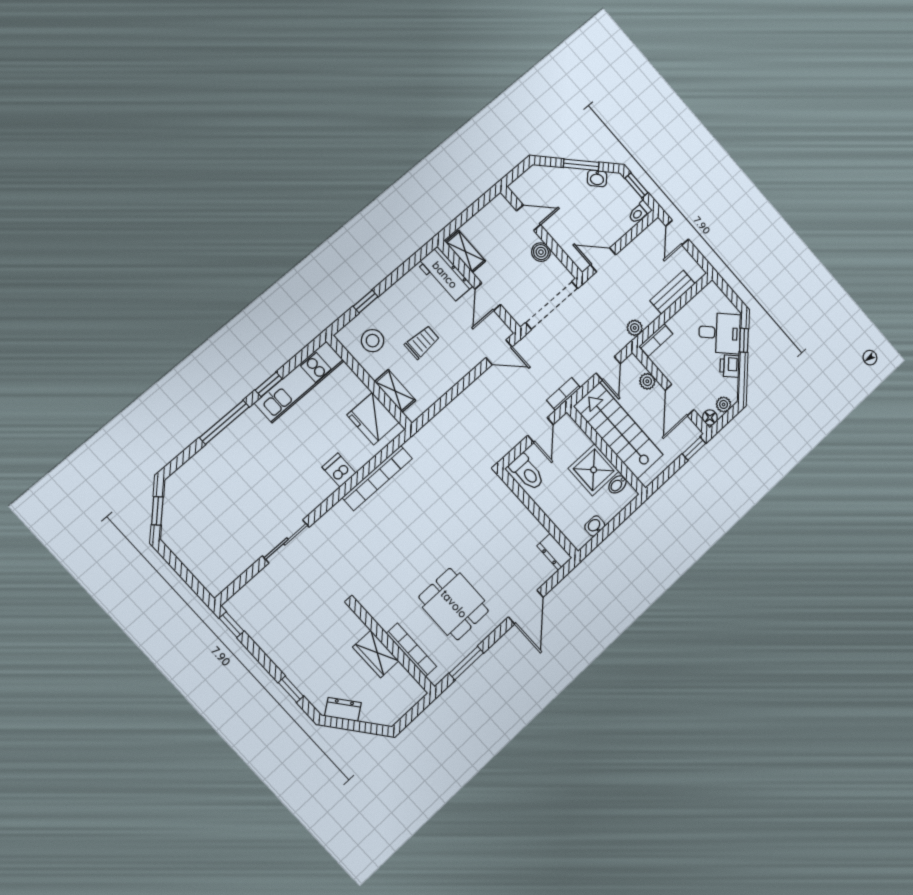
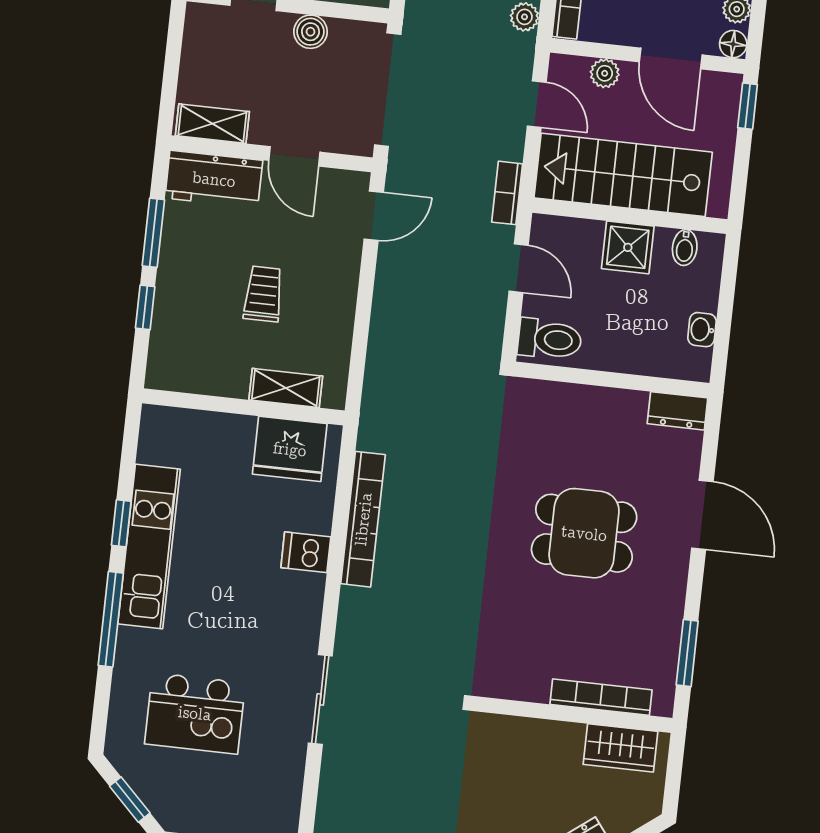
window: (398, 273) -> (153, 233), added
stool: (373, 341) -> (199, 350), removed
kitchen unit: (299, 382) -> (149, 546), moved
shower: (594, 470) -> (628, 247), width x0.73, depth x0.73
kitchen island: (223, 498) -> (195, 713), added
dining table: (454, 604) -> (584, 533), moved
wardrobe: (376, 654) -> (620, 748), moved

